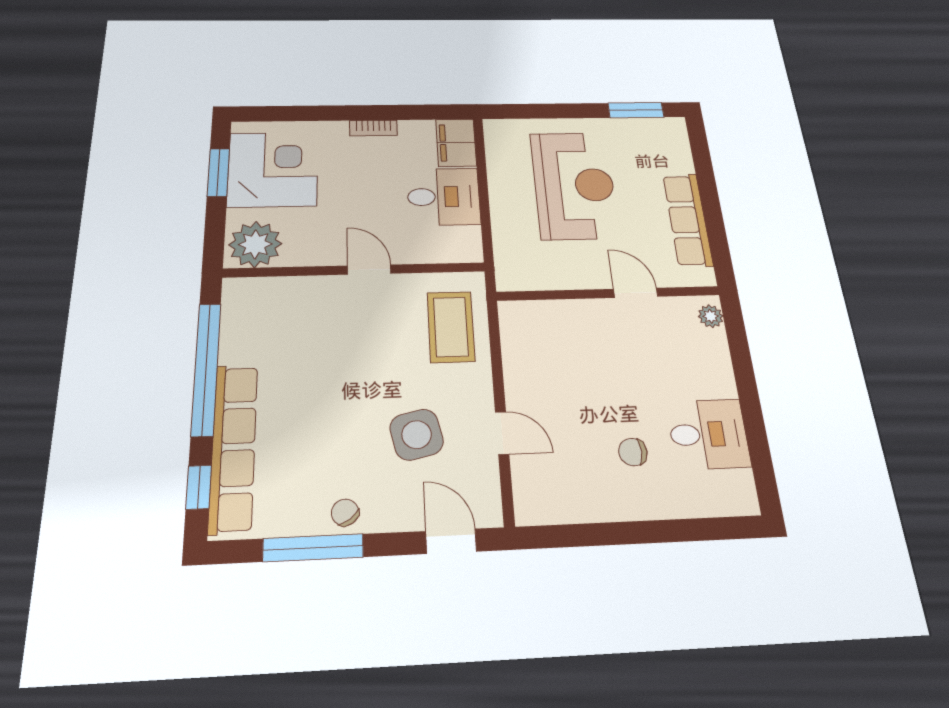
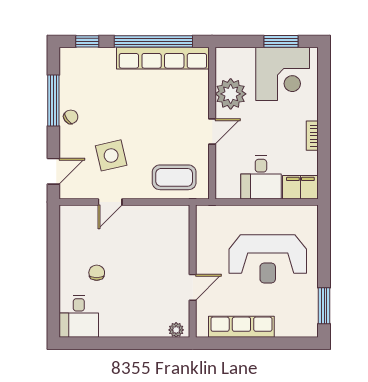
plant: (255, 244) -> (231, 94), moved
desk: (708, 434) -> (79, 316), moved
row of seats: (233, 447) -> (163, 58), moved

